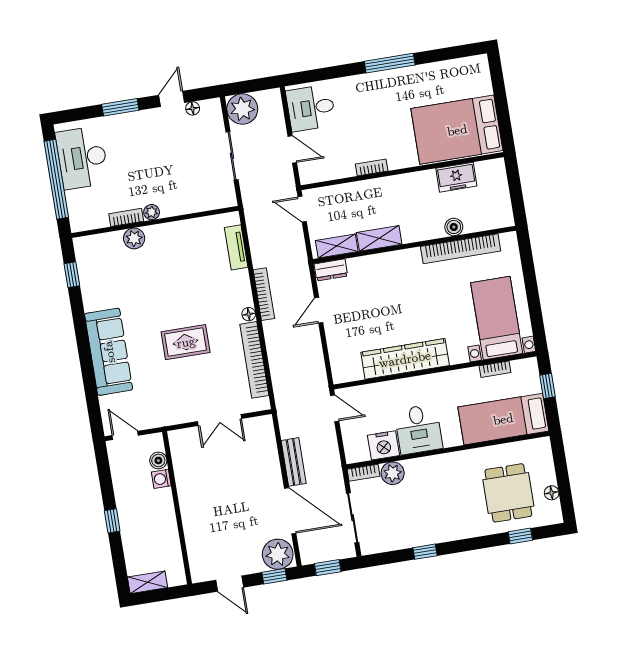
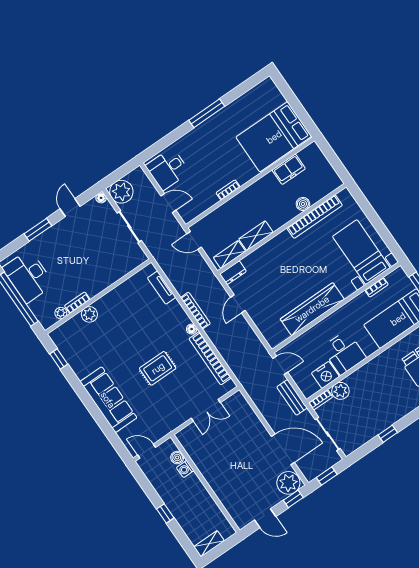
floor lamp: (193, 108) -> (101, 198), moved
plant: (152, 212) -> (61, 313), moved
bench: (294, 462) -> (292, 397), moved

